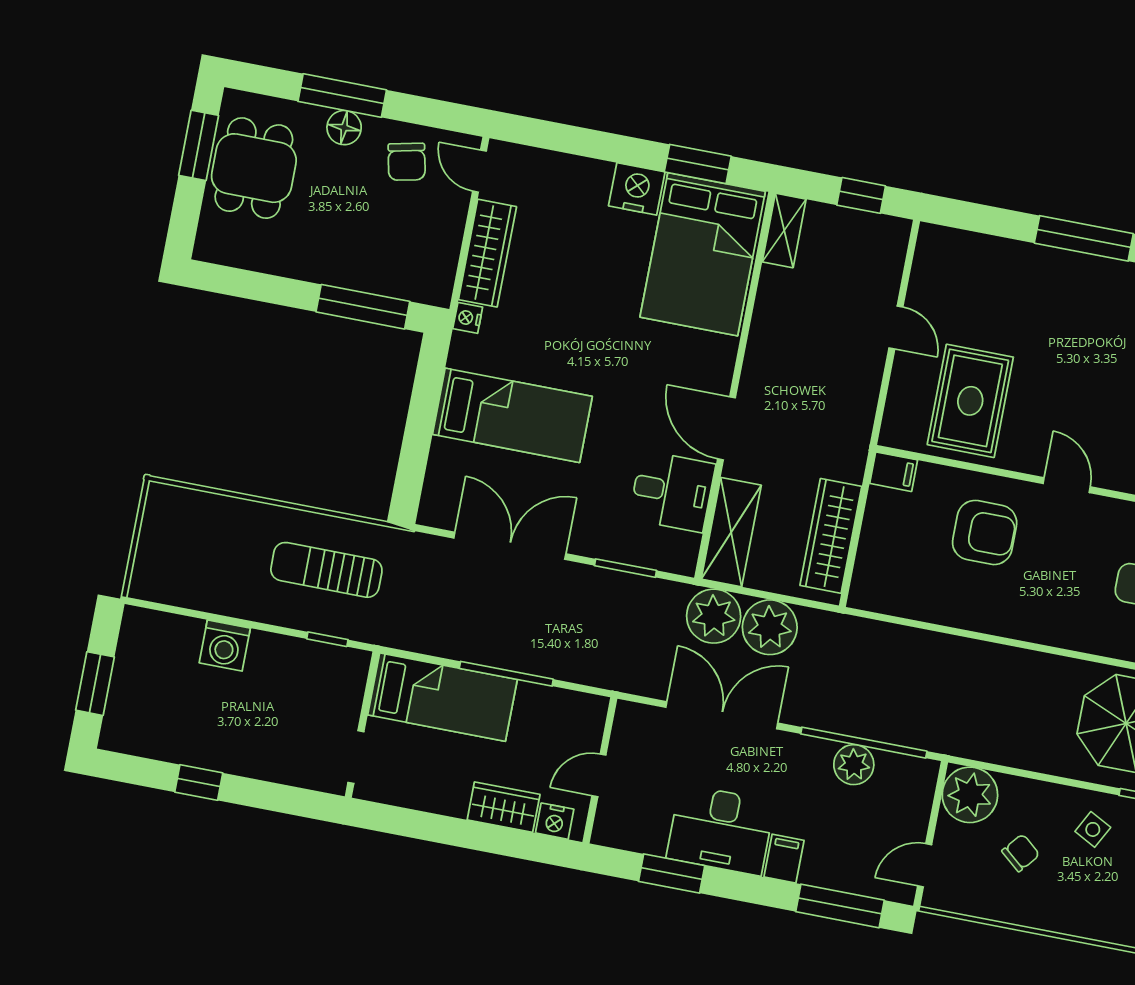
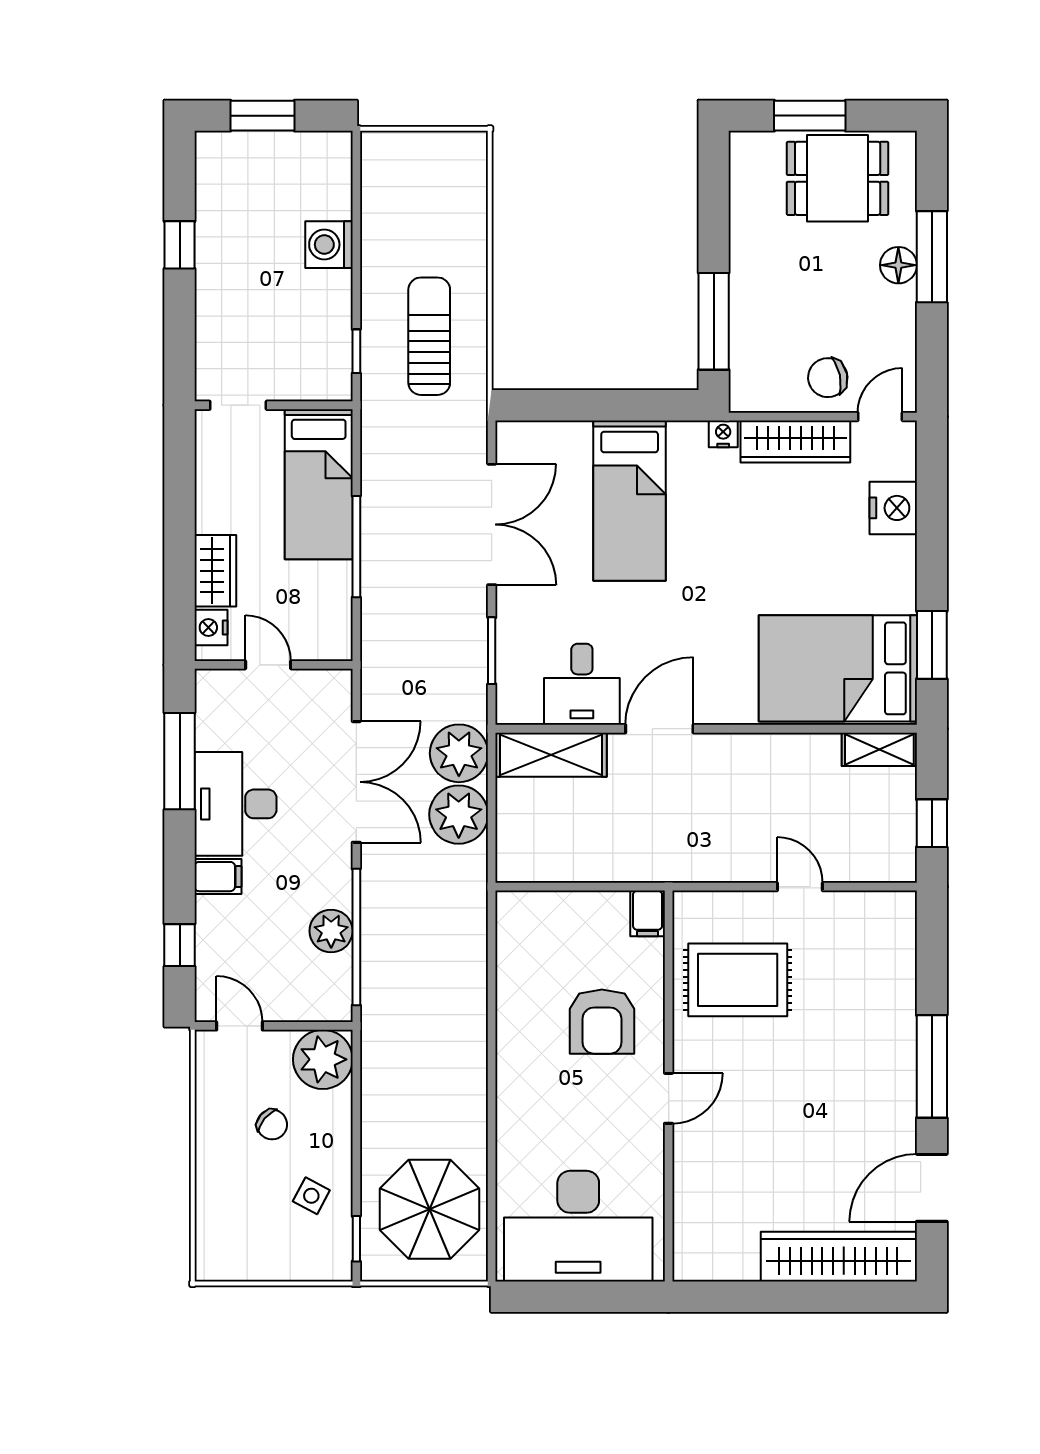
window: (199, 145) -> (810, 116), moved
chair: (407, 162) -> (828, 378), moved
nightstand: (637, 189) -> (893, 508), moved
door: (896, 327) -> (800, 887), swing flipped
wardrobe: (831, 536) -> (567, 860), removed
window: (672, 874) -> (180, 761), width x1.44
window: (840, 906) -> (180, 945), width x0.46

